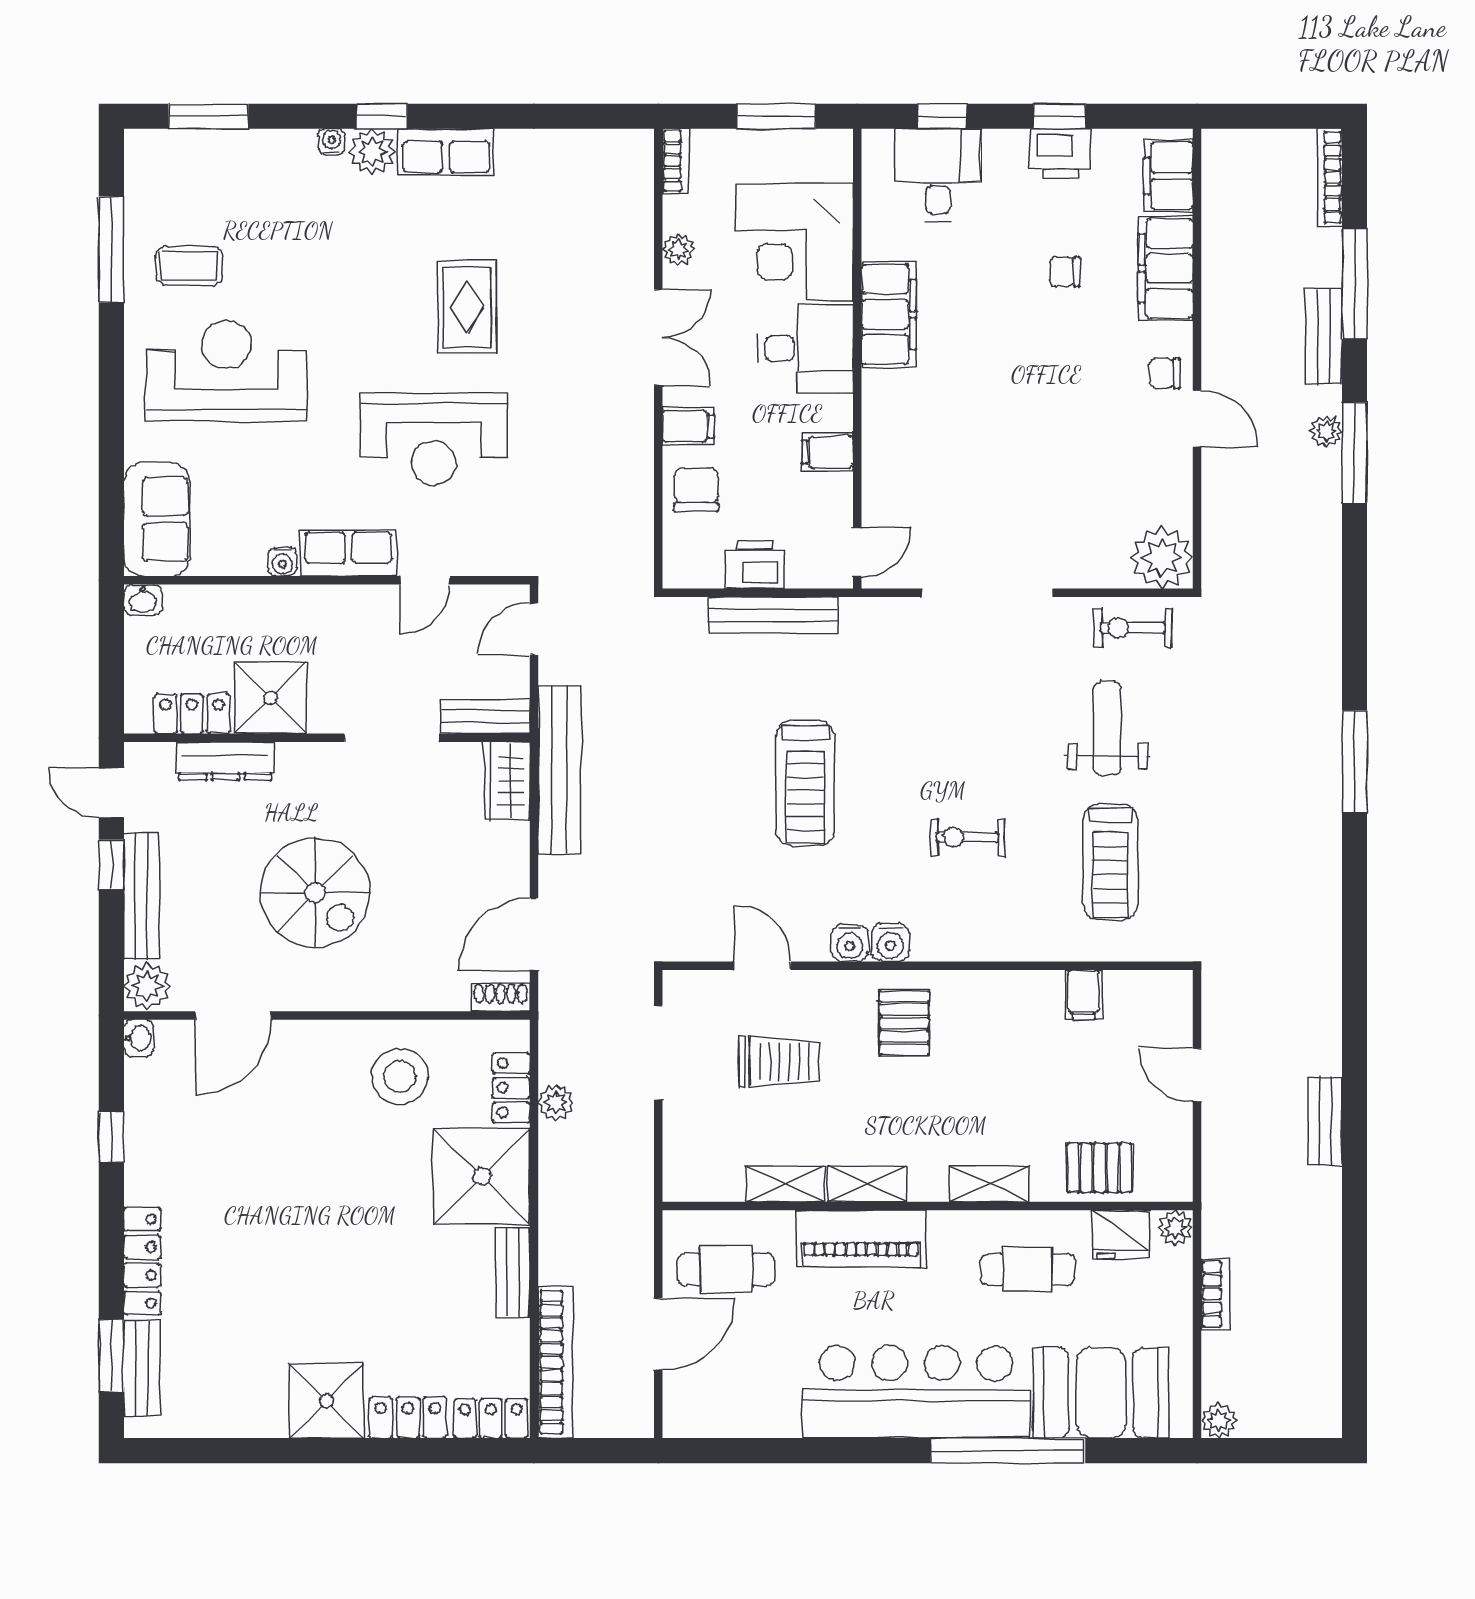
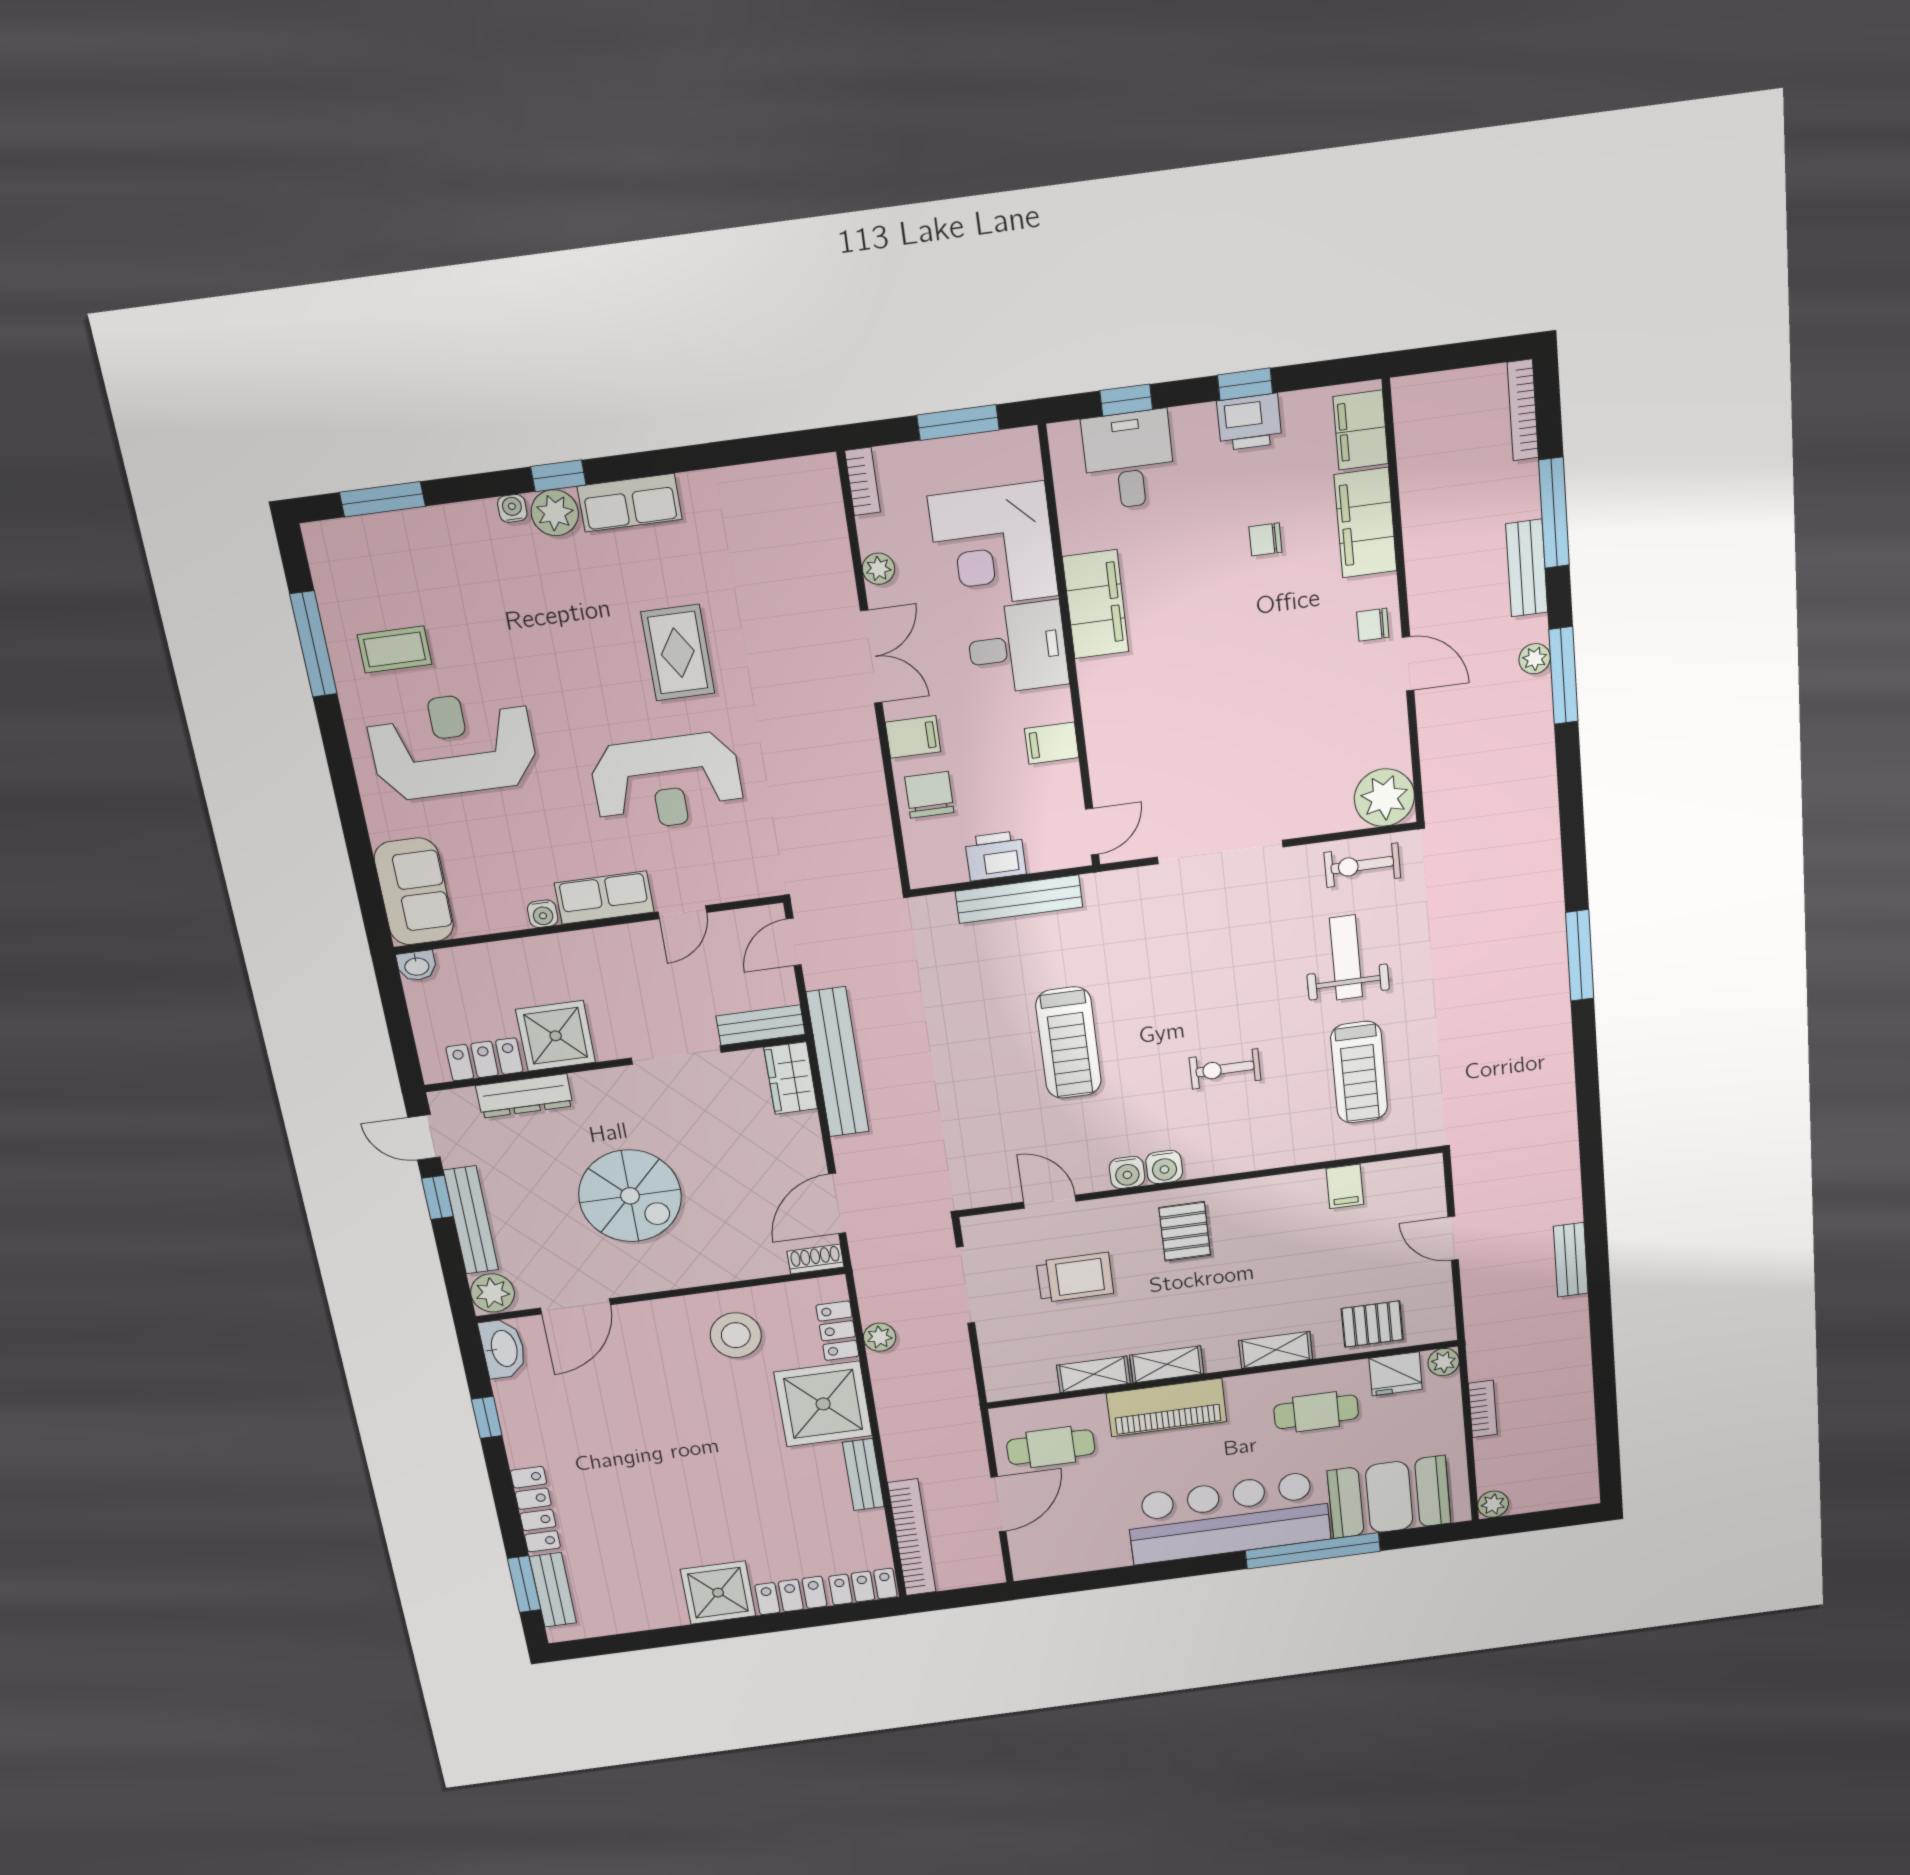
washbasin: (139, 1038) -> (503, 1349), width x1.91, depth x1.45

